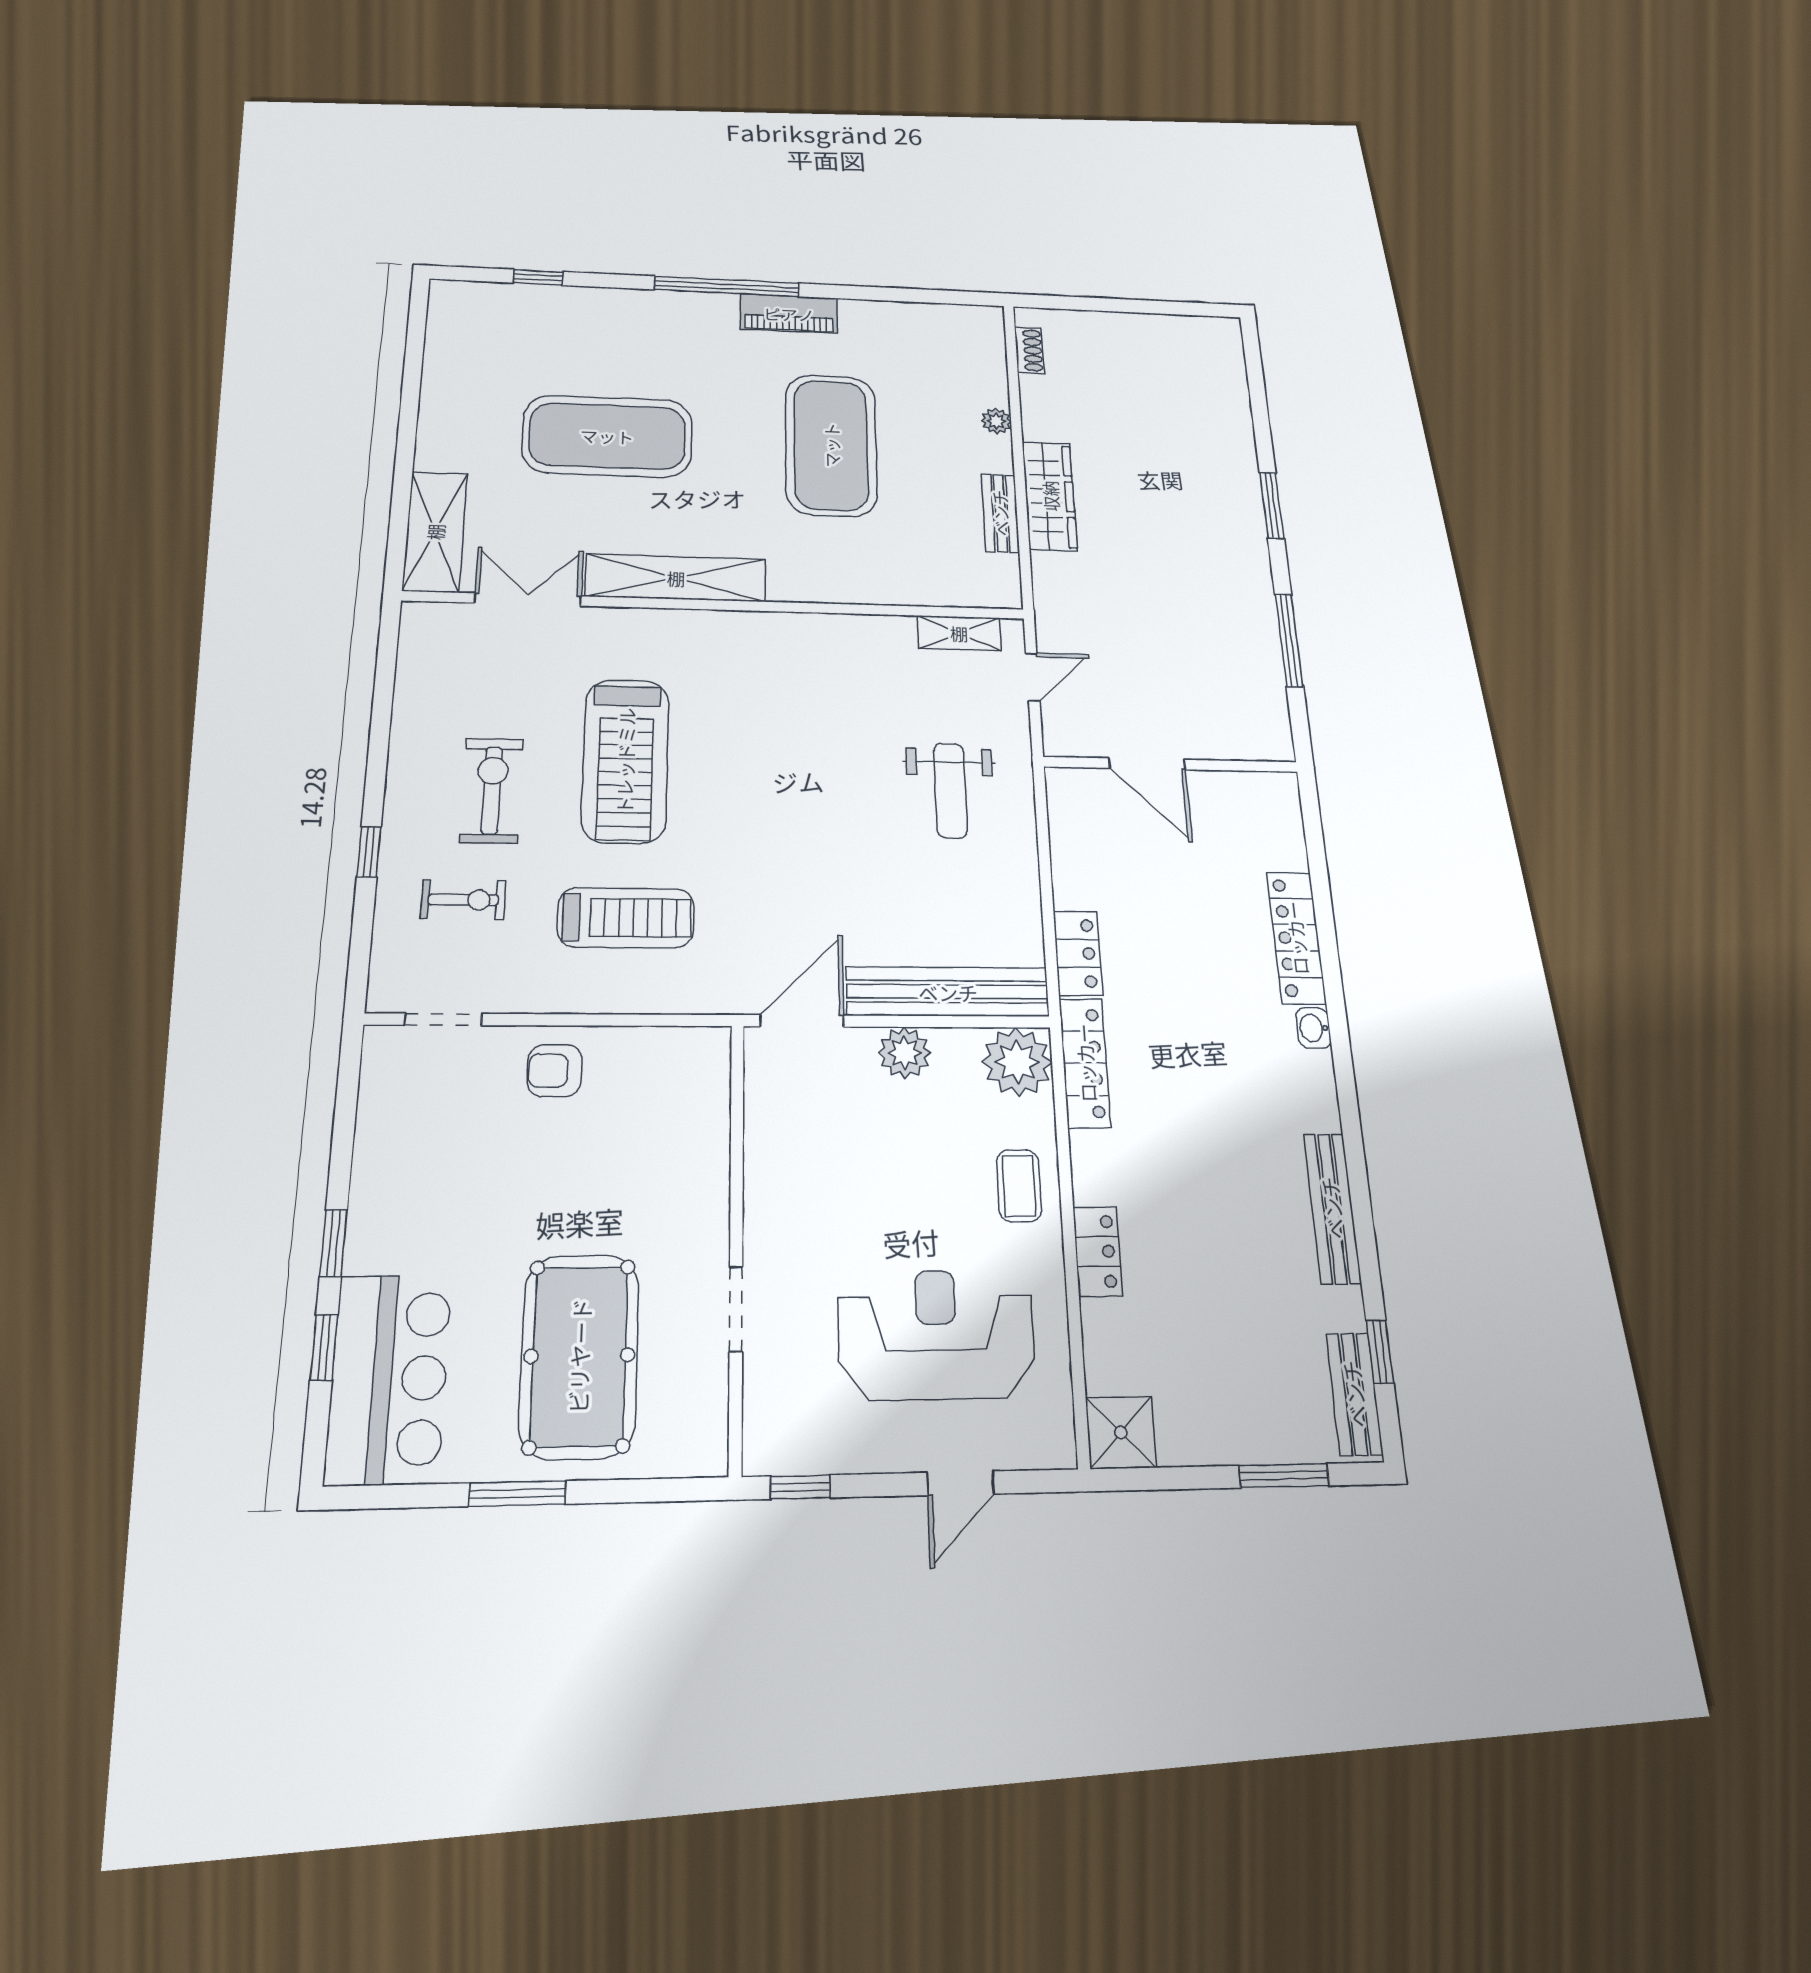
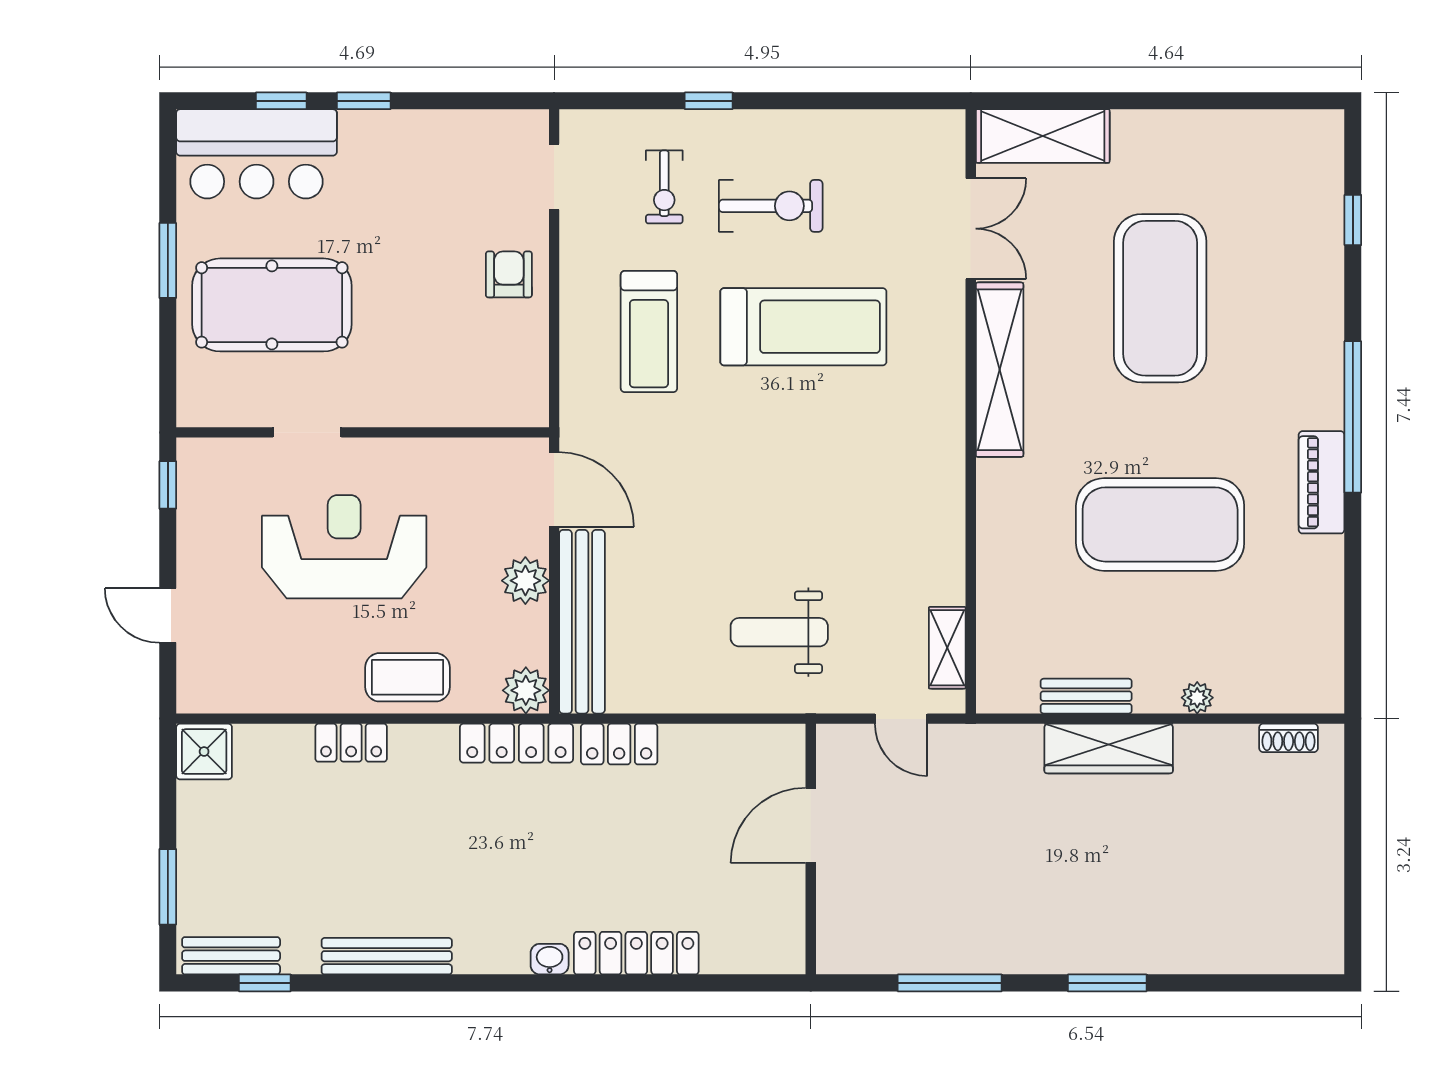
treadmill: (625, 761) -> (803, 327), turned 180
plant: (1017, 1062) -> (526, 690), width x0.73, depth x0.73
coffee table: (1019, 1186) -> (408, 677), width x1.36, depth x1.30
reception desk: (936, 1334) -> (344, 547), moved, turned -90

